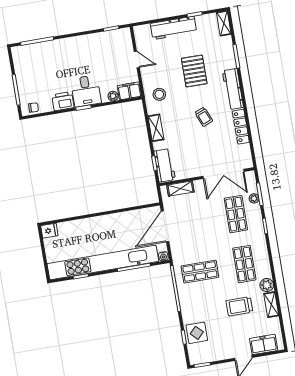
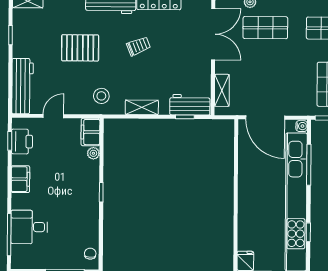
workbench: (174, 28) -> (22, 86), moved
filing cabinet: (83, 42) -> (20, 179), added
desk: (86, 91) -> (29, 227), moved, turned 180
printer: (63, 101) -> (22, 142), moved, turned 180

